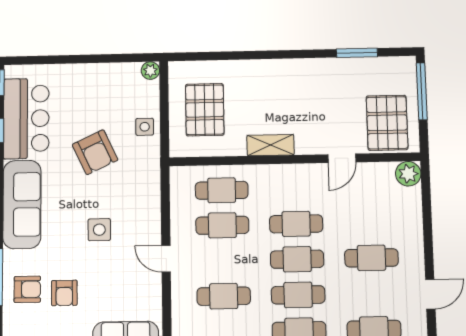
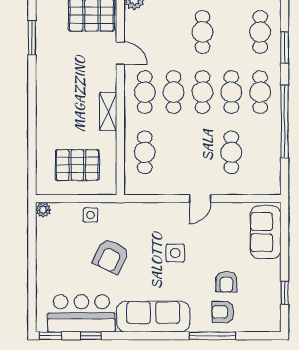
armchair: (95, 152) -> (111, 256), turned 141
cafe table: (222, 225) -> (145, 92), moved
armchair: (27, 289) -> (223, 312), turned -90
armchair: (64, 293) -> (226, 282), turned 90

